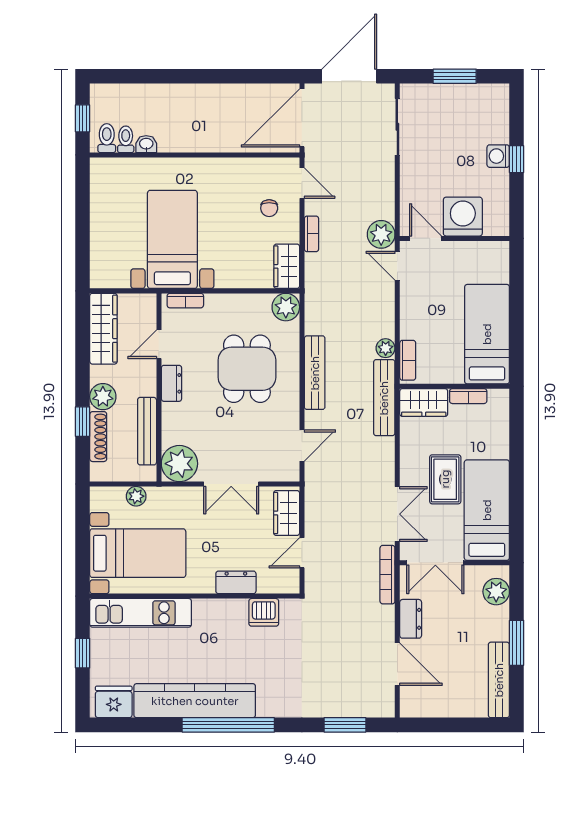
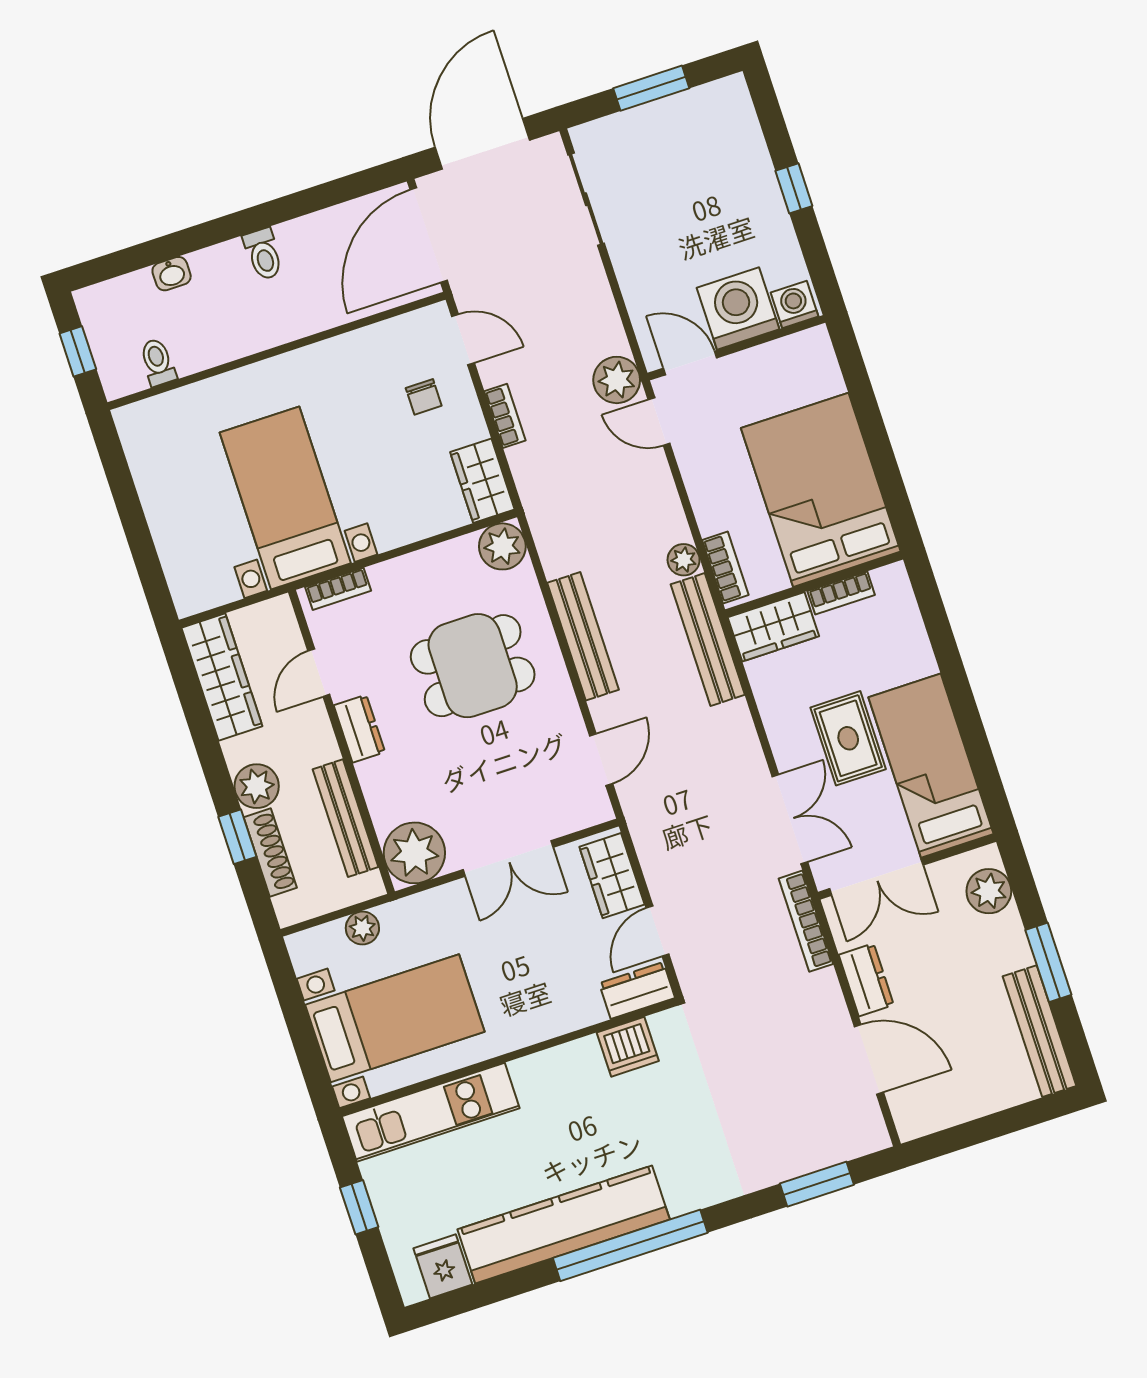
toilet: (107, 138) -> (263, 254), moved, turned 180
washbasin: (146, 144) -> (172, 274), moved, turned 180
washing machine: (498, 156) -> (795, 305), moved, turned 90
bed: (487, 334) -> (821, 490), width x1.50
dining table: (247, 369) -> (473, 666), turned 90
dresser: (236, 582) -> (637, 991), moved
fridge: (114, 702) -> (443, 1266), width x0.72

